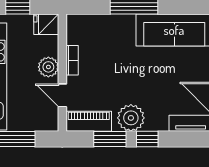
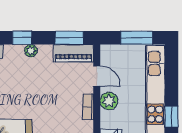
plant: (131, 118) -> (31, 51), width x0.53, depth x0.53
window: (110, 139) -> (69, 38), moved

